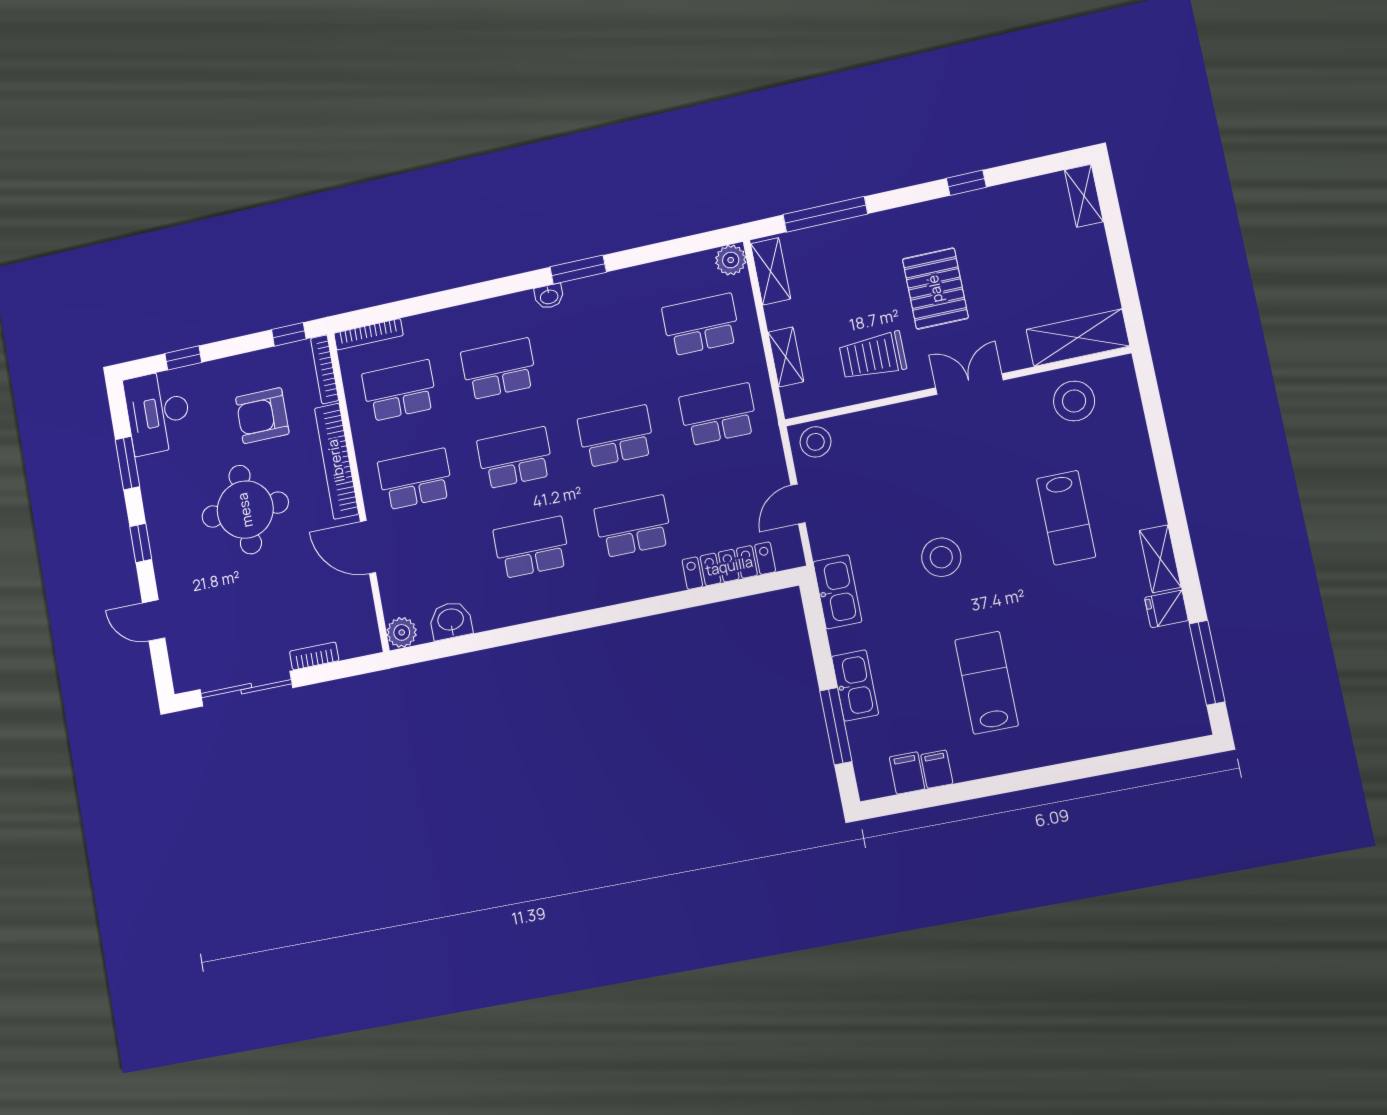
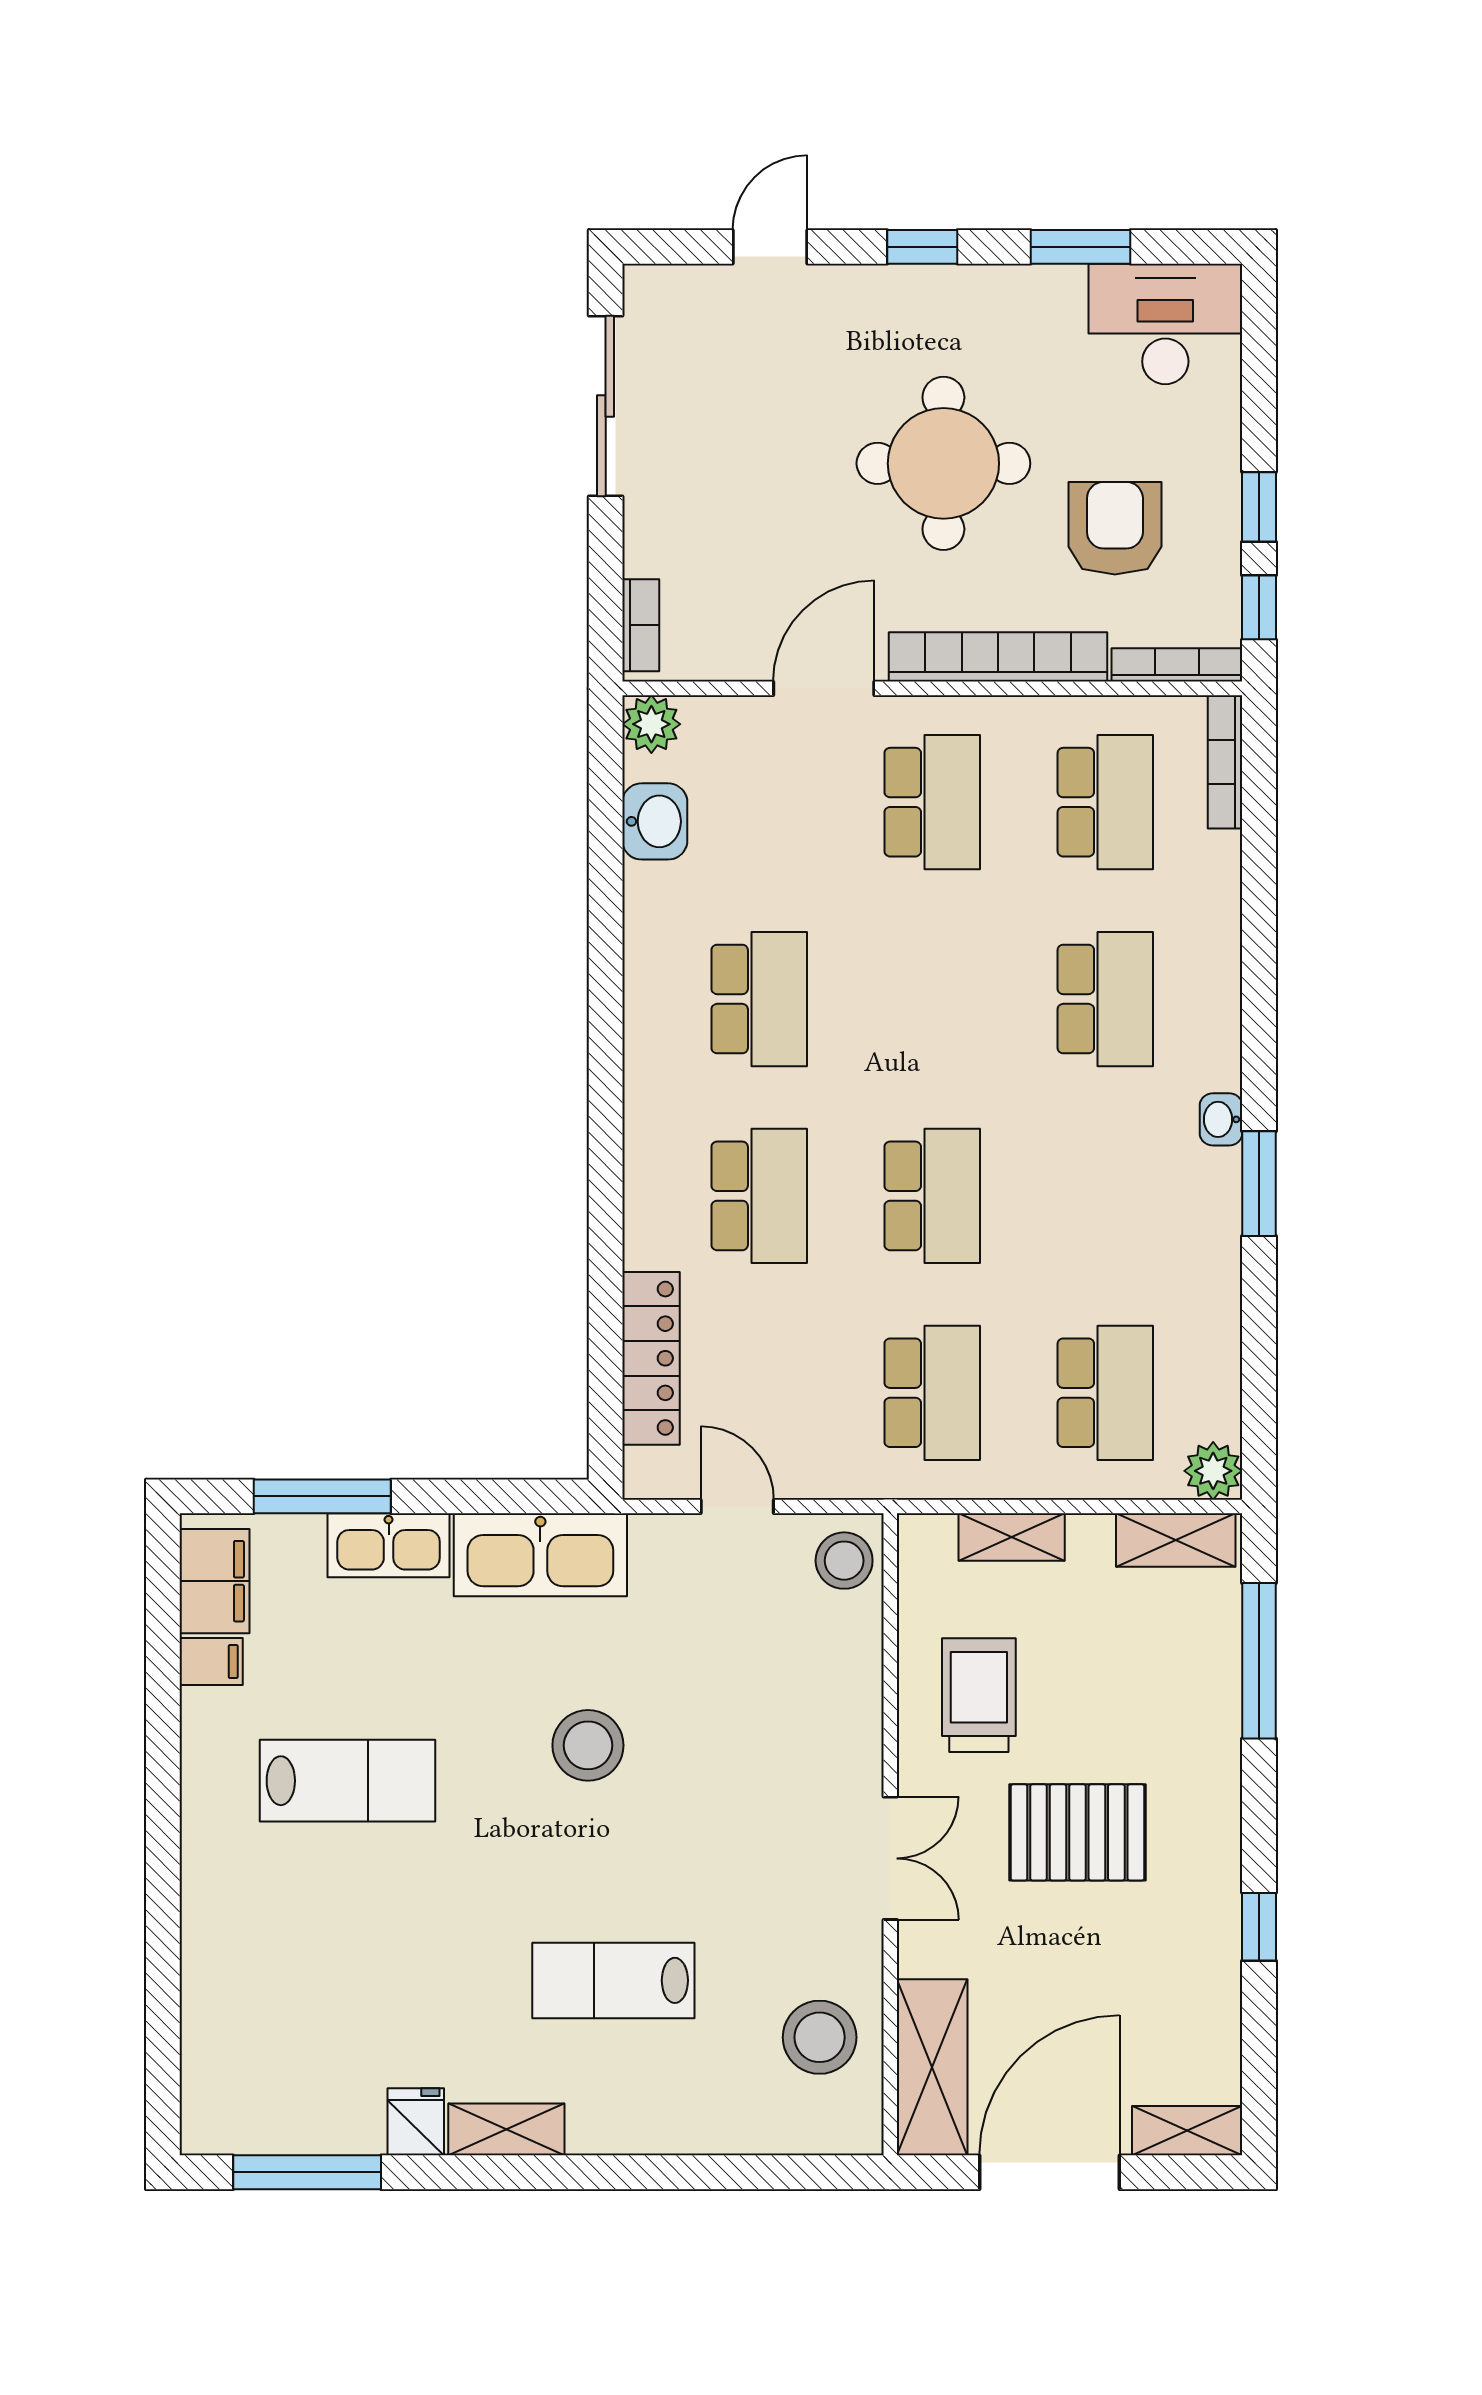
door: (1122, 263) -> (1049, 2172), added
window: (183, 358) -> (1259, 507), moved
school desk: (515, 458) -> (932, 999), removed
kitchen sink: (837, 592) -> (540, 1555), width x1.36, depth x1.24
bookcase: (314, 656) -> (641, 625), moved
filing cabinet: (907, 773) -> (215, 1581), width x2.00

